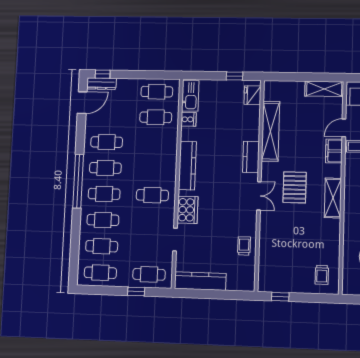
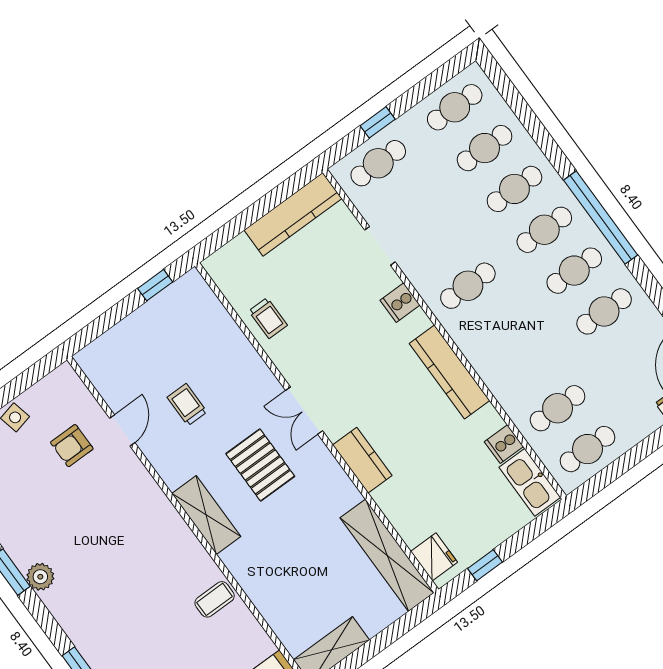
door: (344, 128) -> (122, 430), moved
shelving: (271, 131) -> (387, 555), moved
filing cabinet: (334, 151) -> (244, 566), removed
shelving: (333, 198) -> (206, 515), moved
cooker: (187, 210) -> (400, 303), width x0.53, depth x0.76
trolley: (322, 275) -> (187, 405), moved

